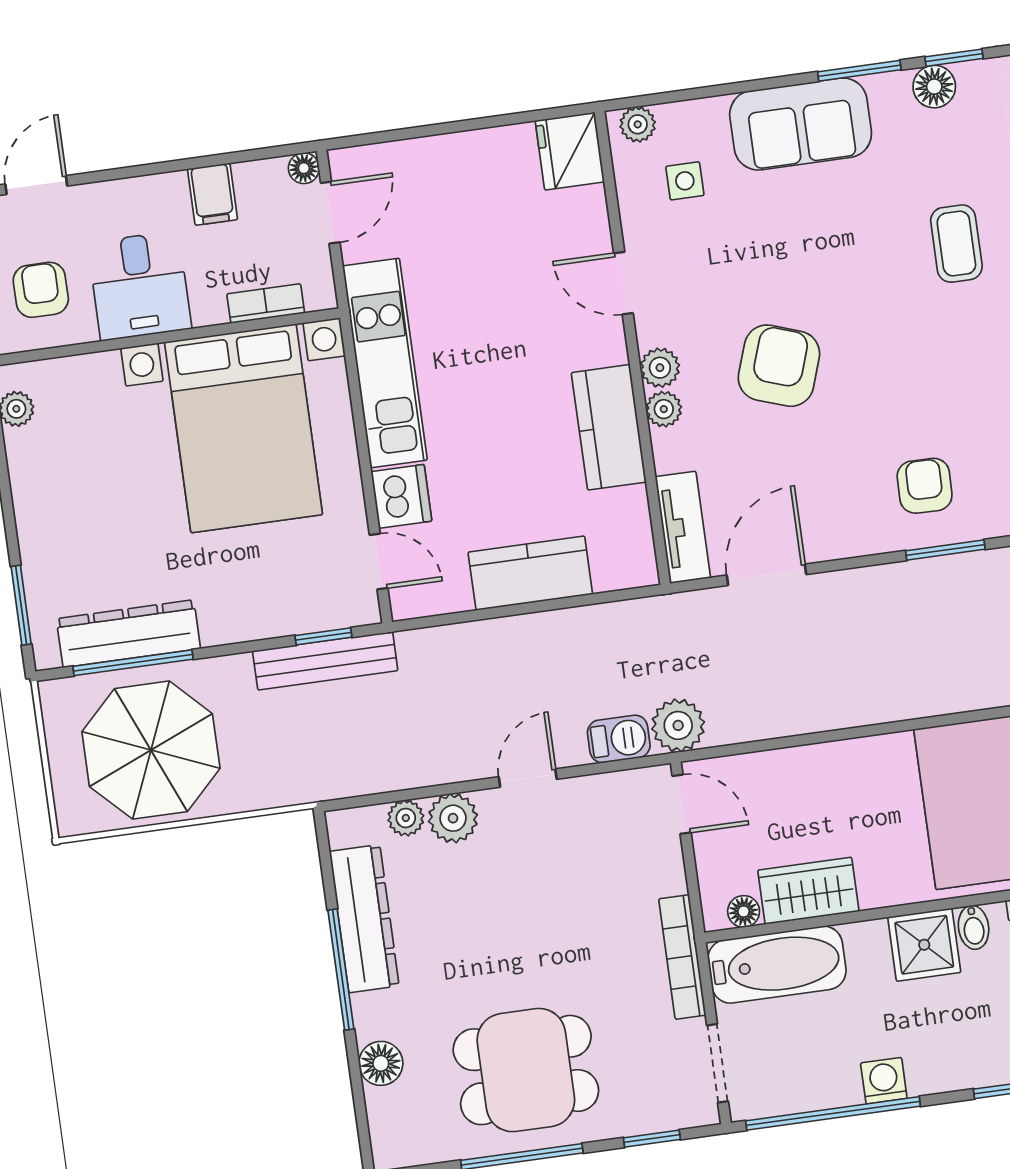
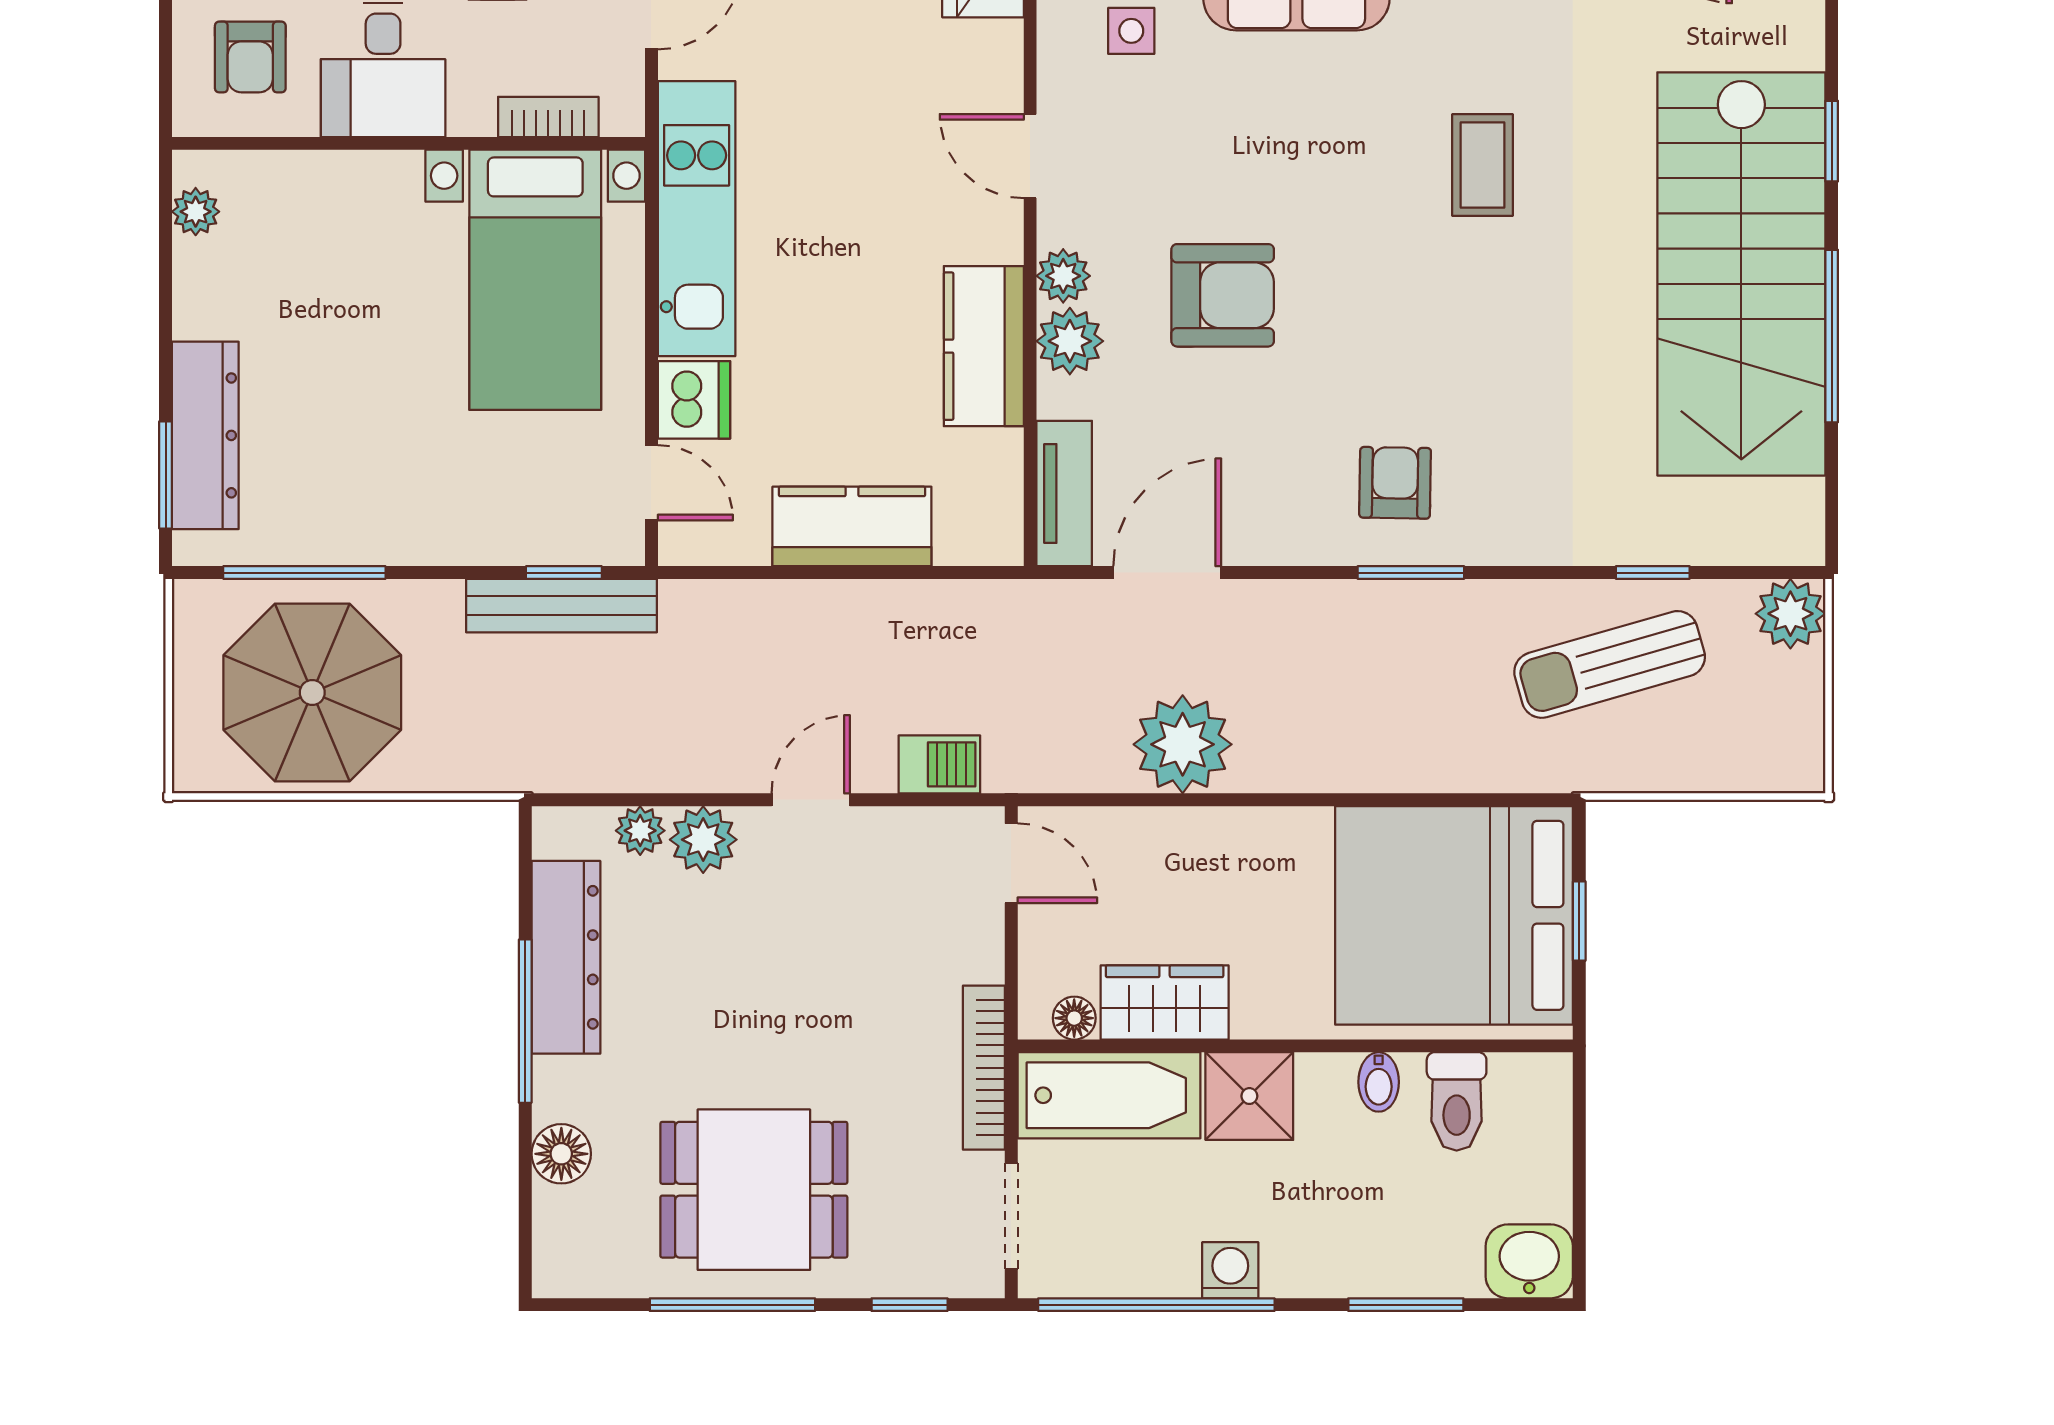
armchair: (41, 290) -> (250, 57), turned 180
armchair: (779, 366) -> (1223, 295), turned 71
plant: (664, 409) -> (1070, 341), width x1.38, depth x1.38
bed with nightstands: (244, 428) -> (535, 280), width x0.73
dresser: (128, 634) -> (205, 435), moved, turned 90
plant: (678, 725) -> (1183, 744), moved, width x1.36, depth x1.36
shower: (924, 945) -> (1249, 1096), moved

